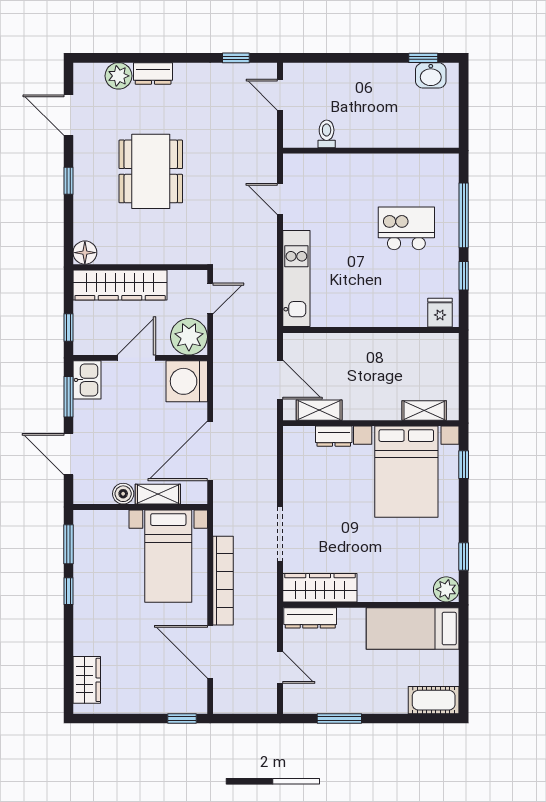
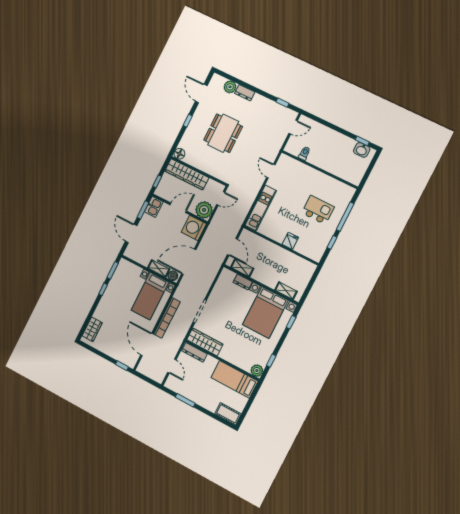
door: (280, 95) -> (293, 127), swing flipped
fridge: (440, 313) -> (290, 241), moved
boiler: (123, 494) -> (173, 276), moved

